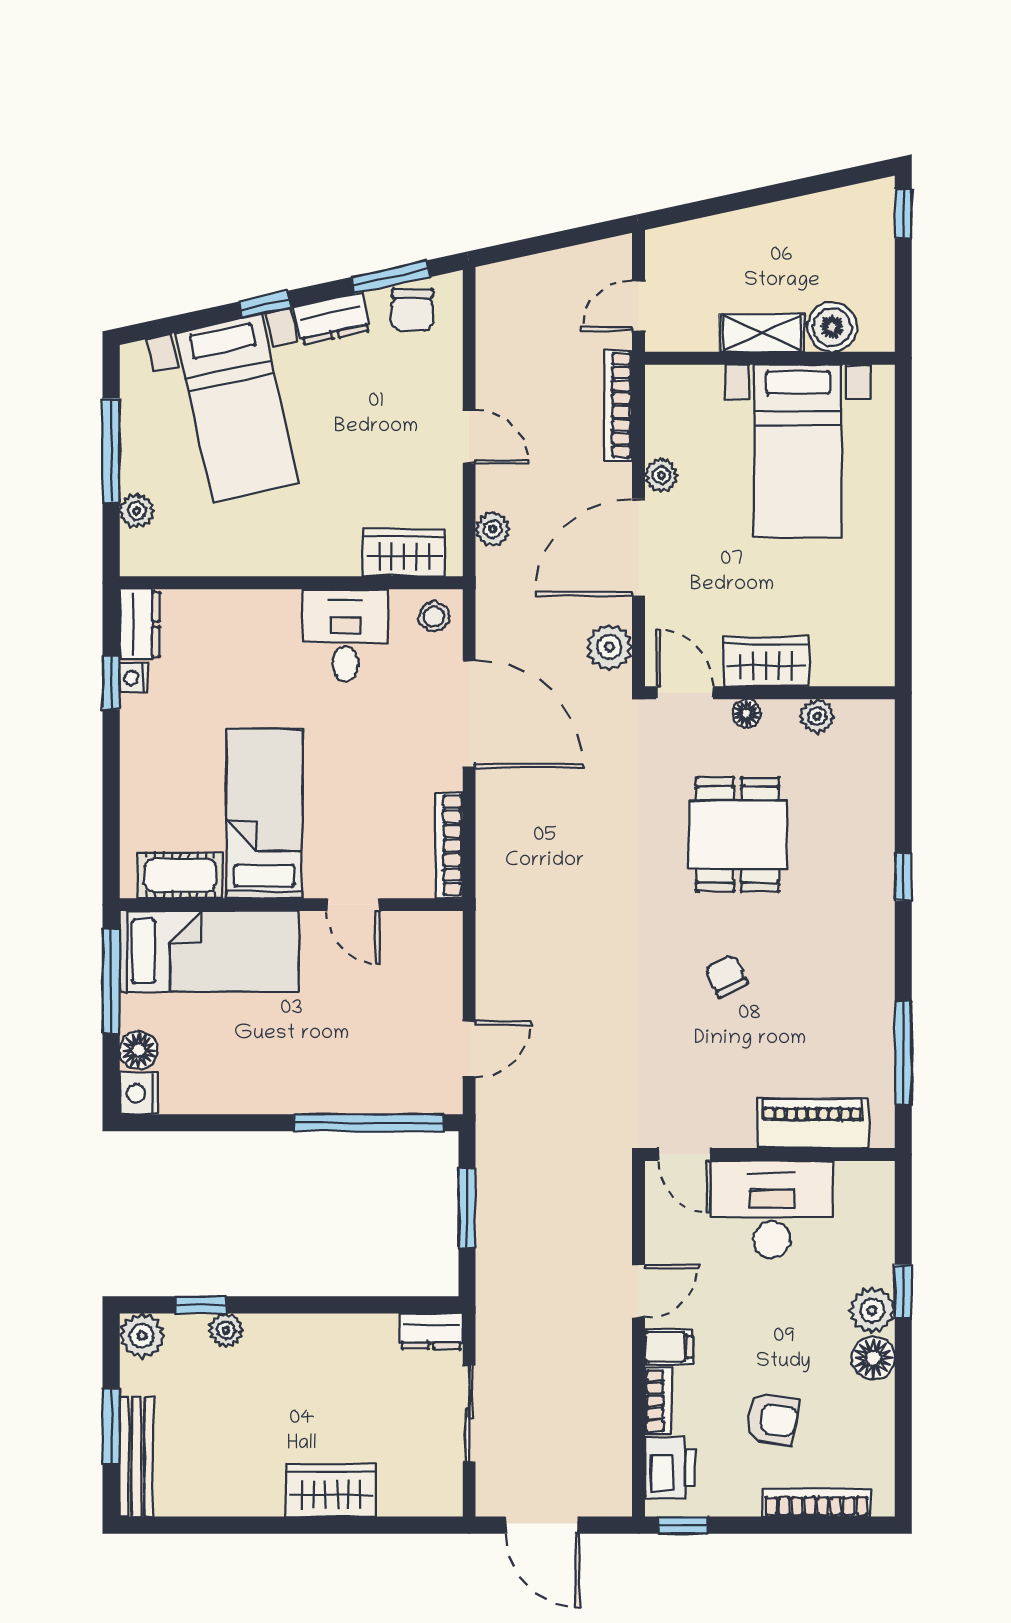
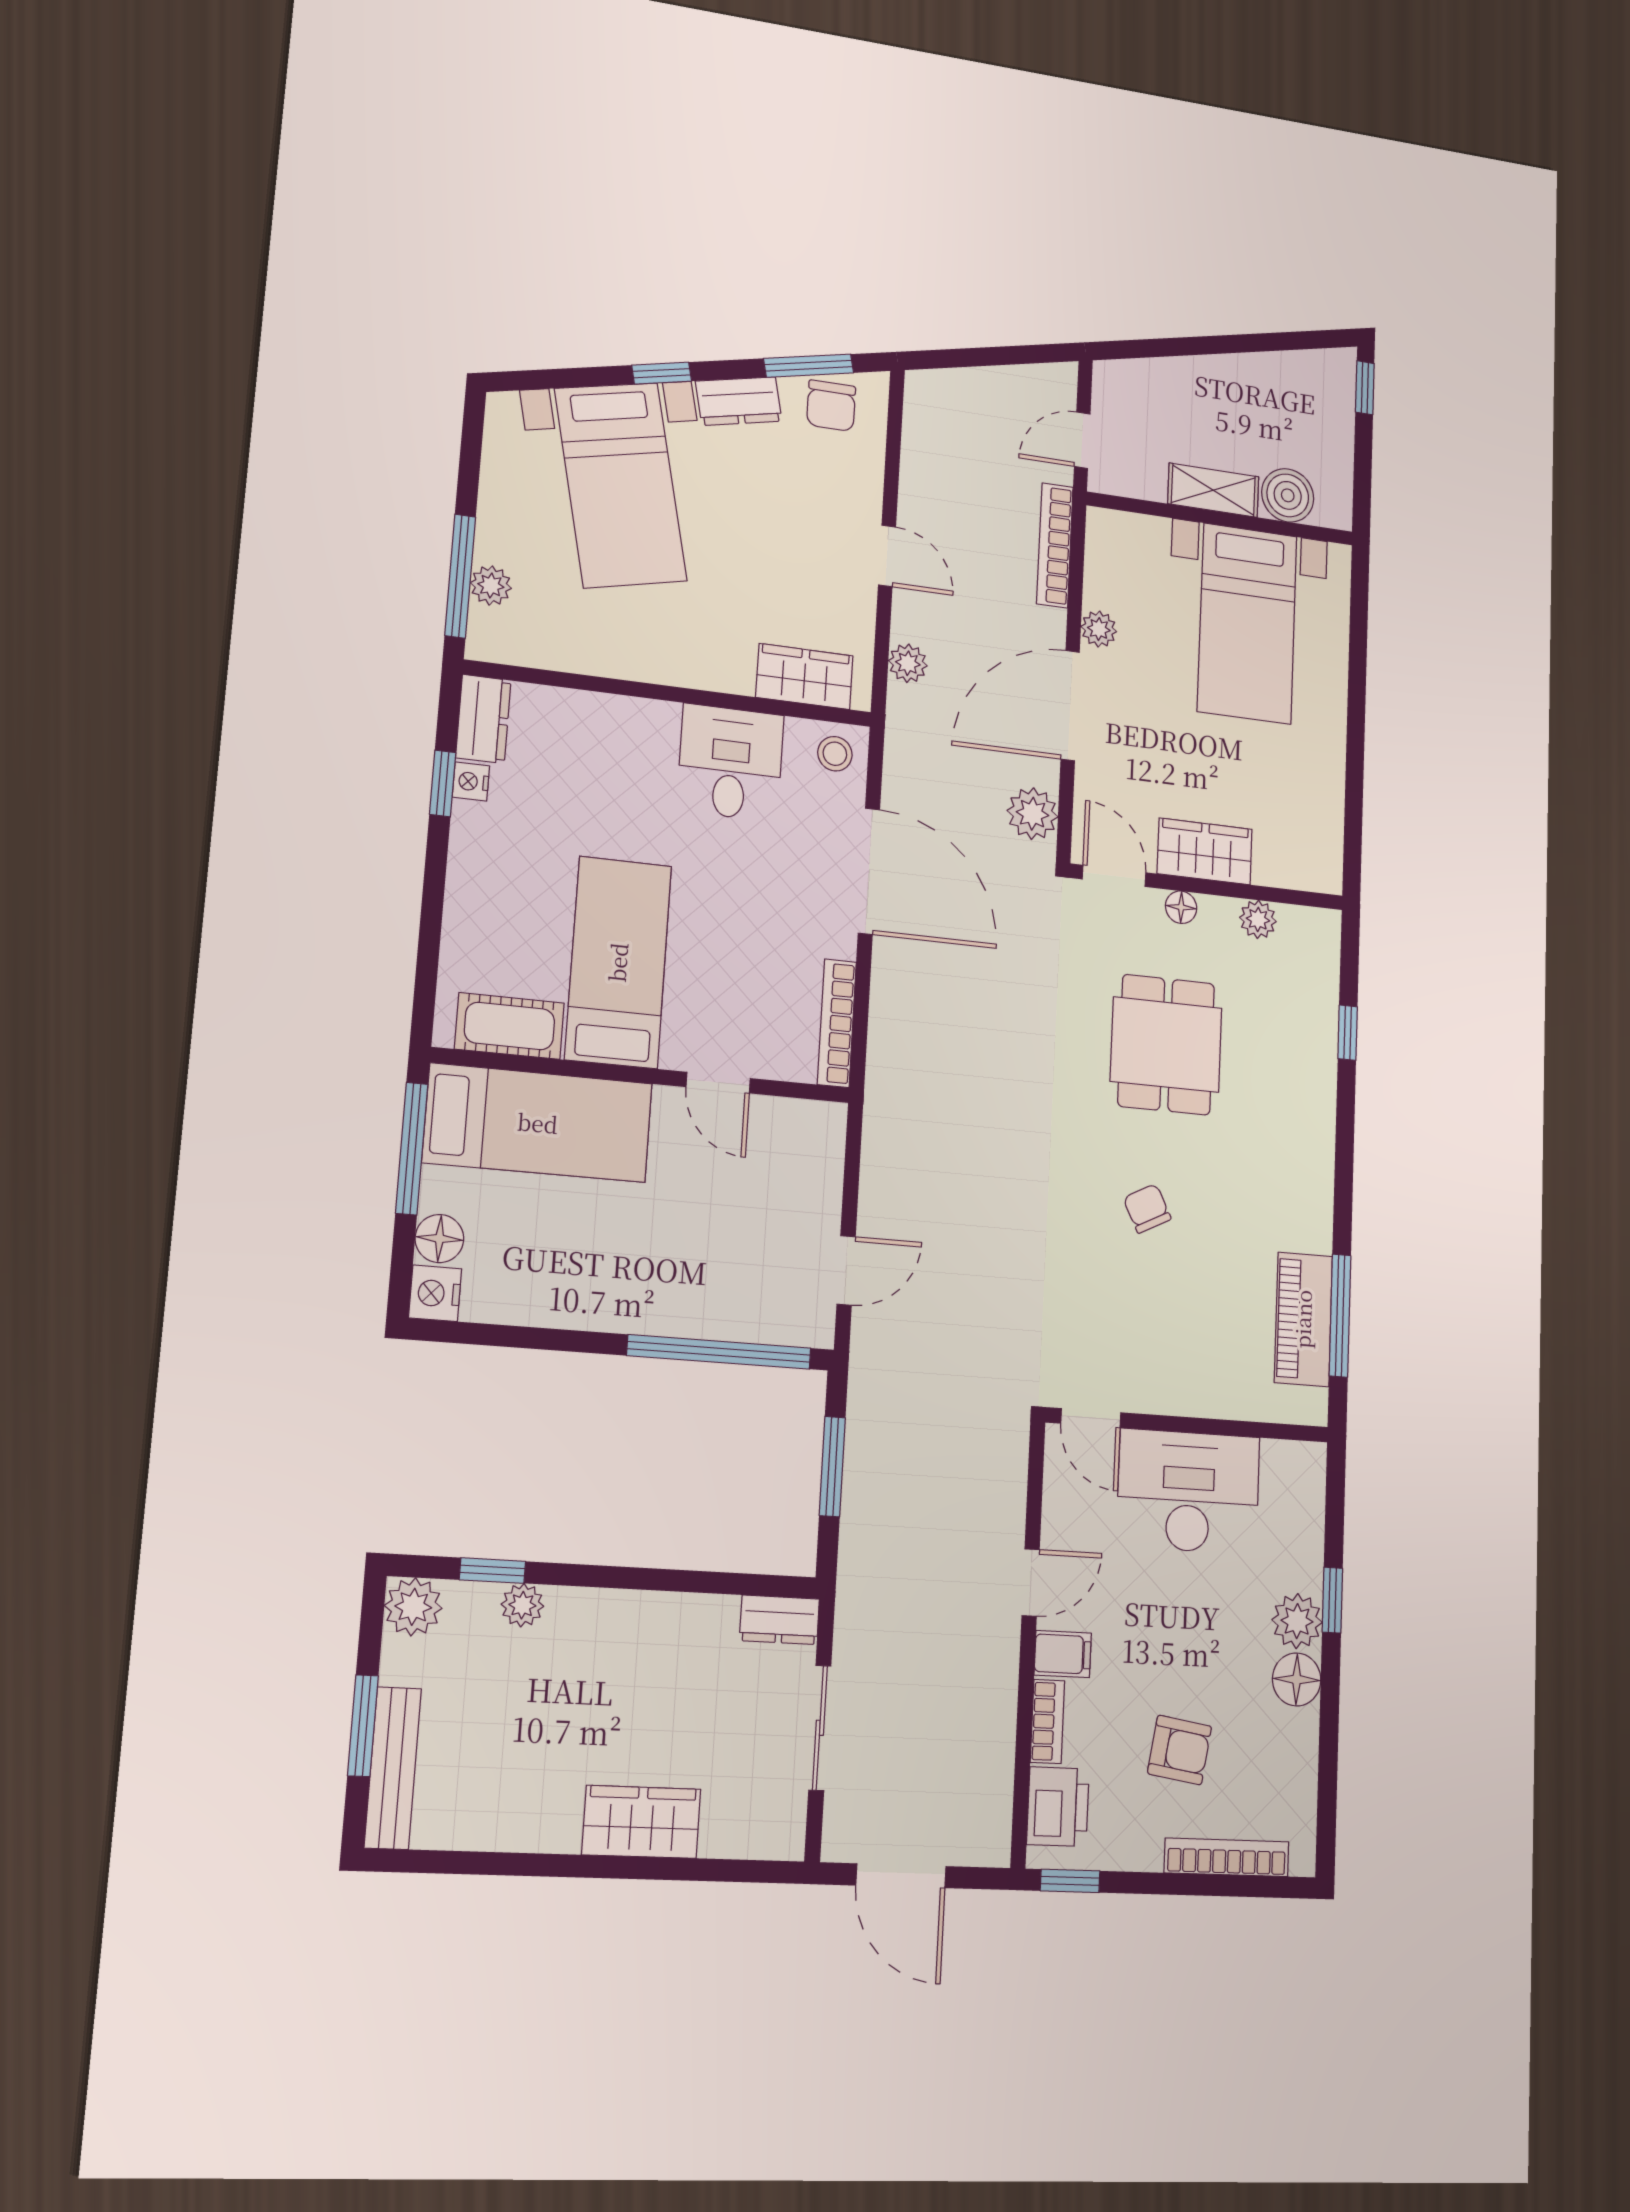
window: (111, 451) -> (460, 576), moved
window: (903, 877) -> (1348, 1033), moved
piano: (813, 1123) -> (1303, 1319), moved, turned -90

